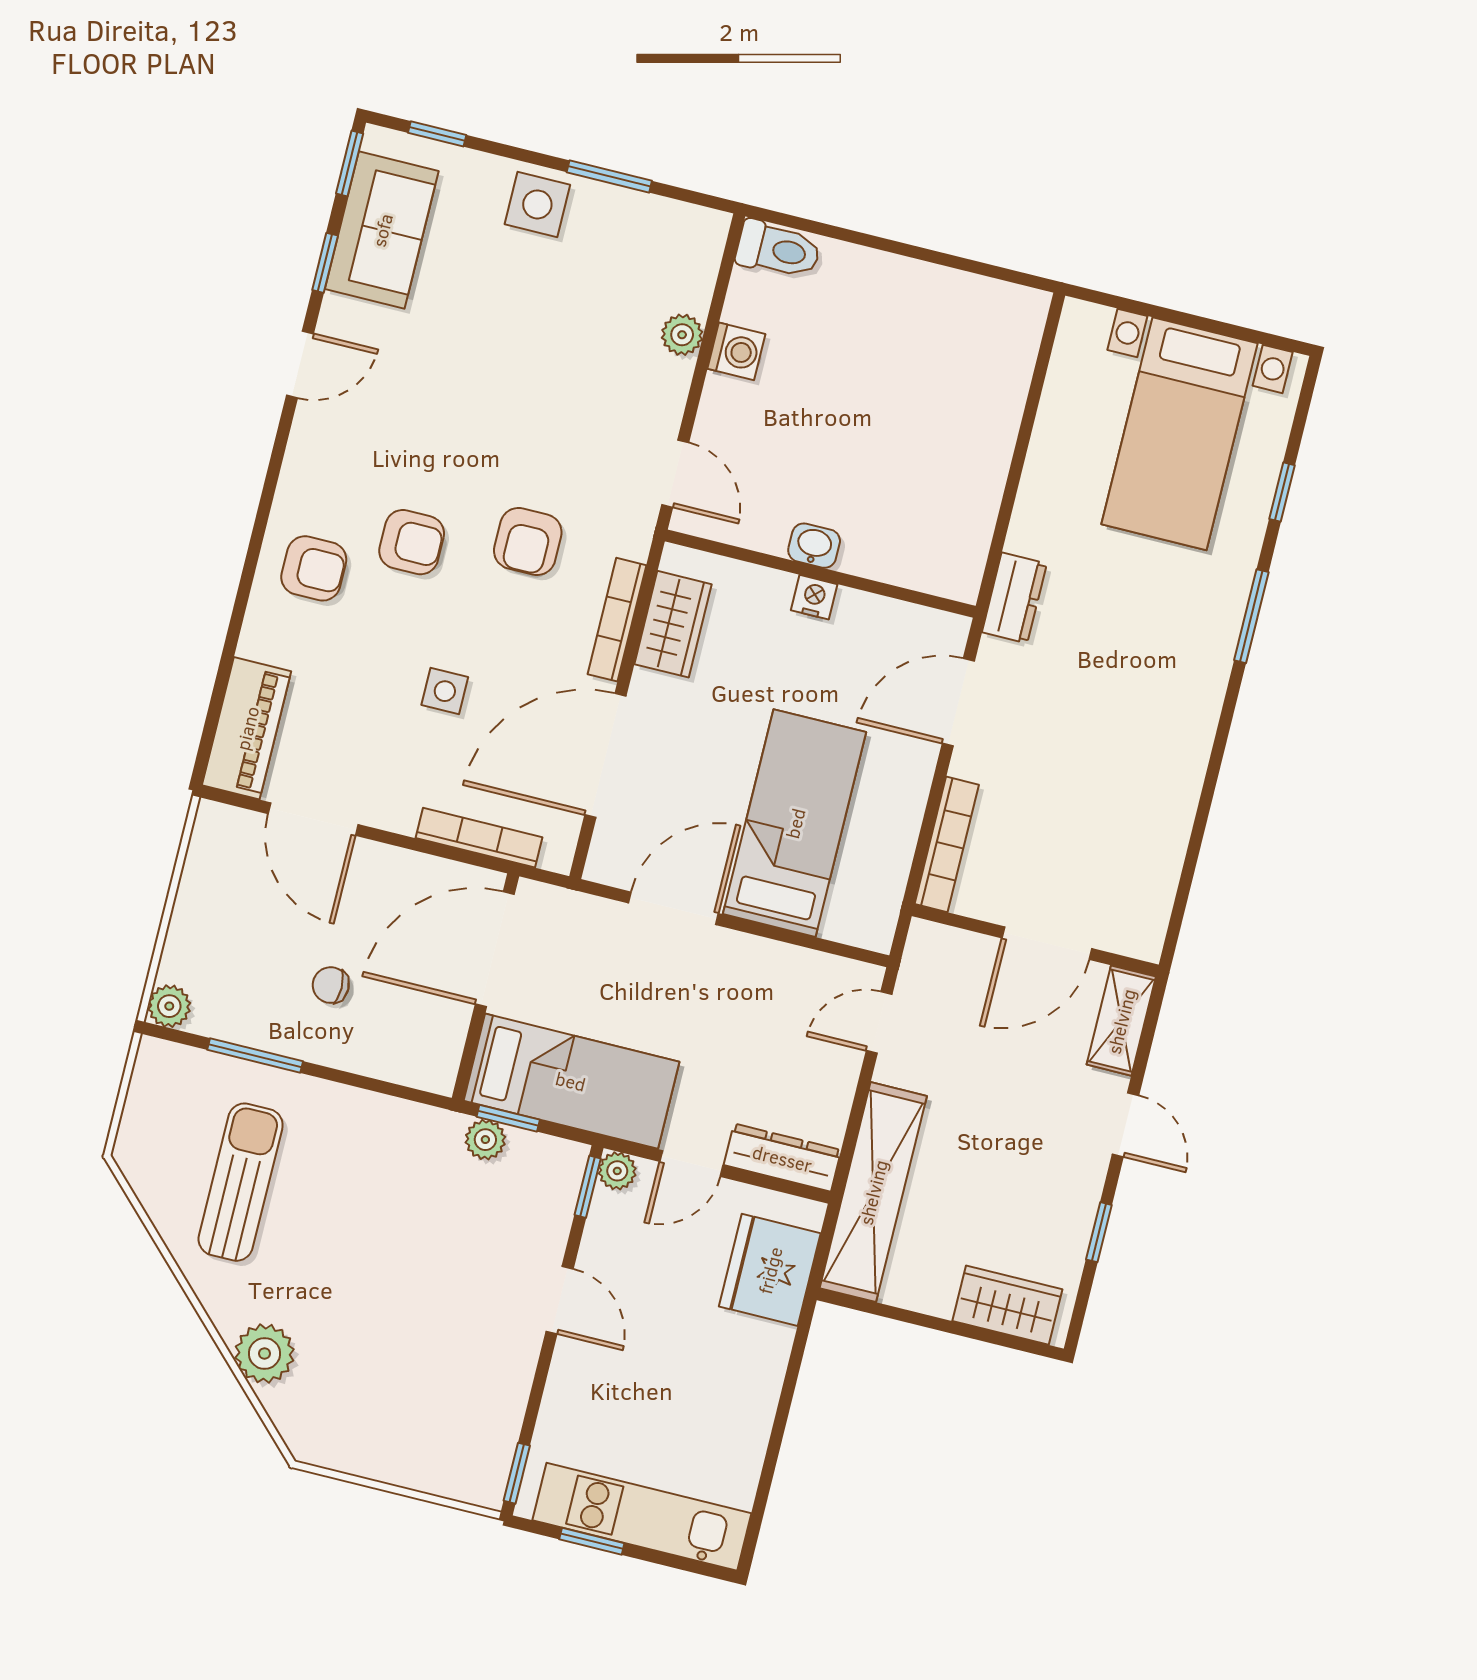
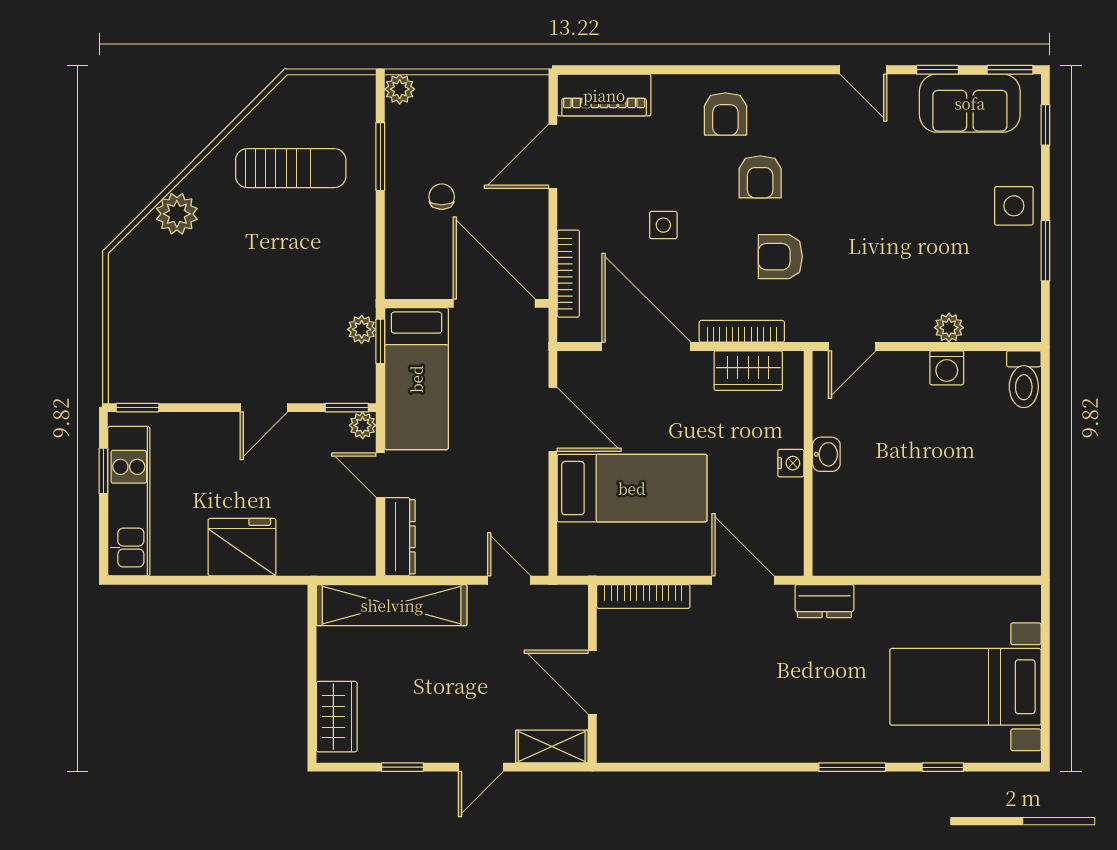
fridge: (770, 1270) -> (242, 547), moved

